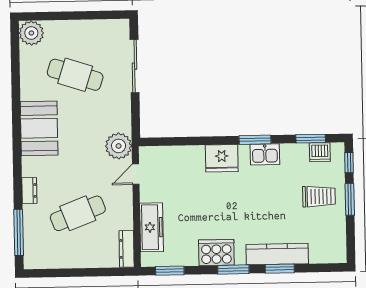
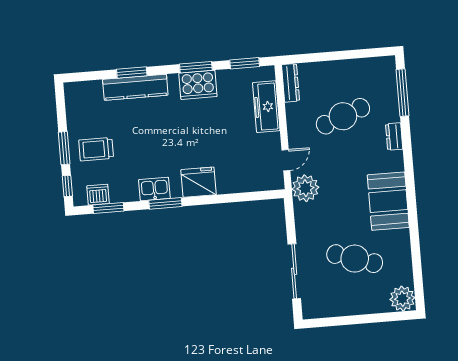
window: (233, 269) -> (196, 67), moved

